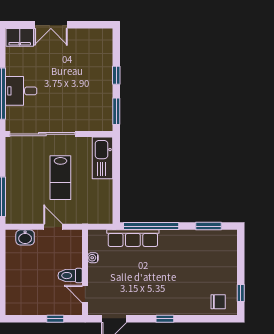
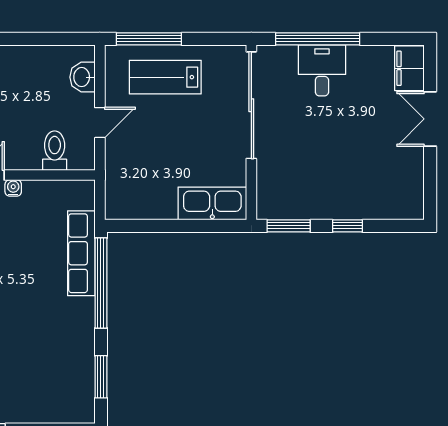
lab bench: (60, 178) -> (165, 77), moved
water cooler: (93, 258) -> (13, 188), moved
toilet: (70, 276) -> (55, 151), moved

